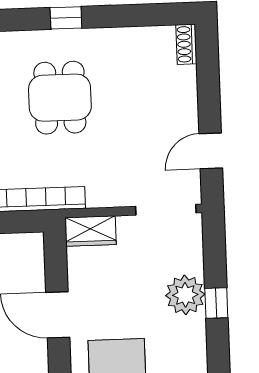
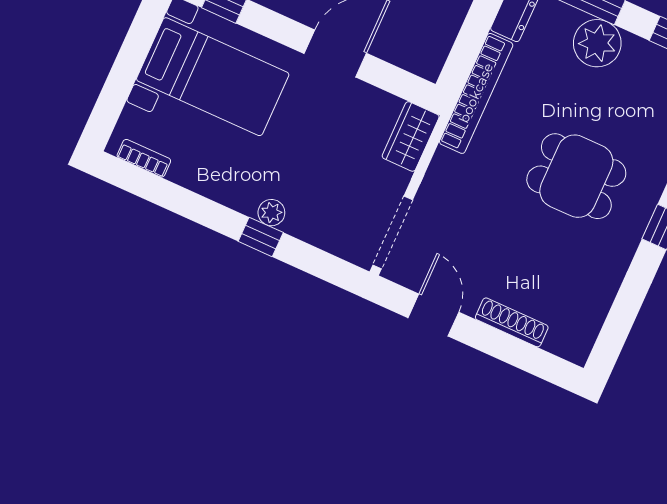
shoe rack: (186, 44) -> (512, 322), moved, width x1.43
plant: (185, 295) -> (271, 213), width x0.53, depth x0.53

